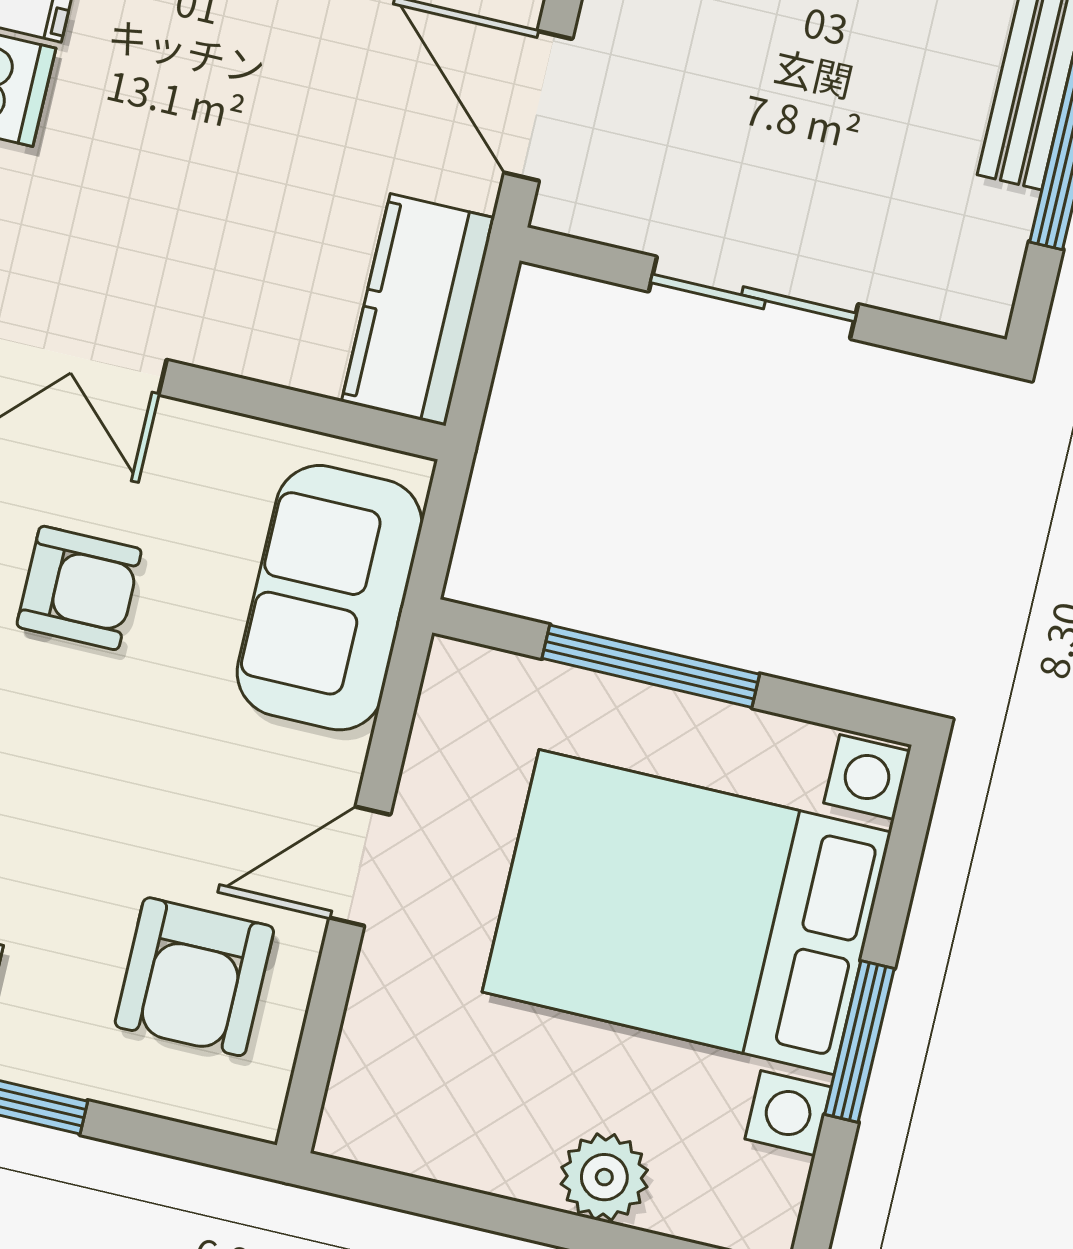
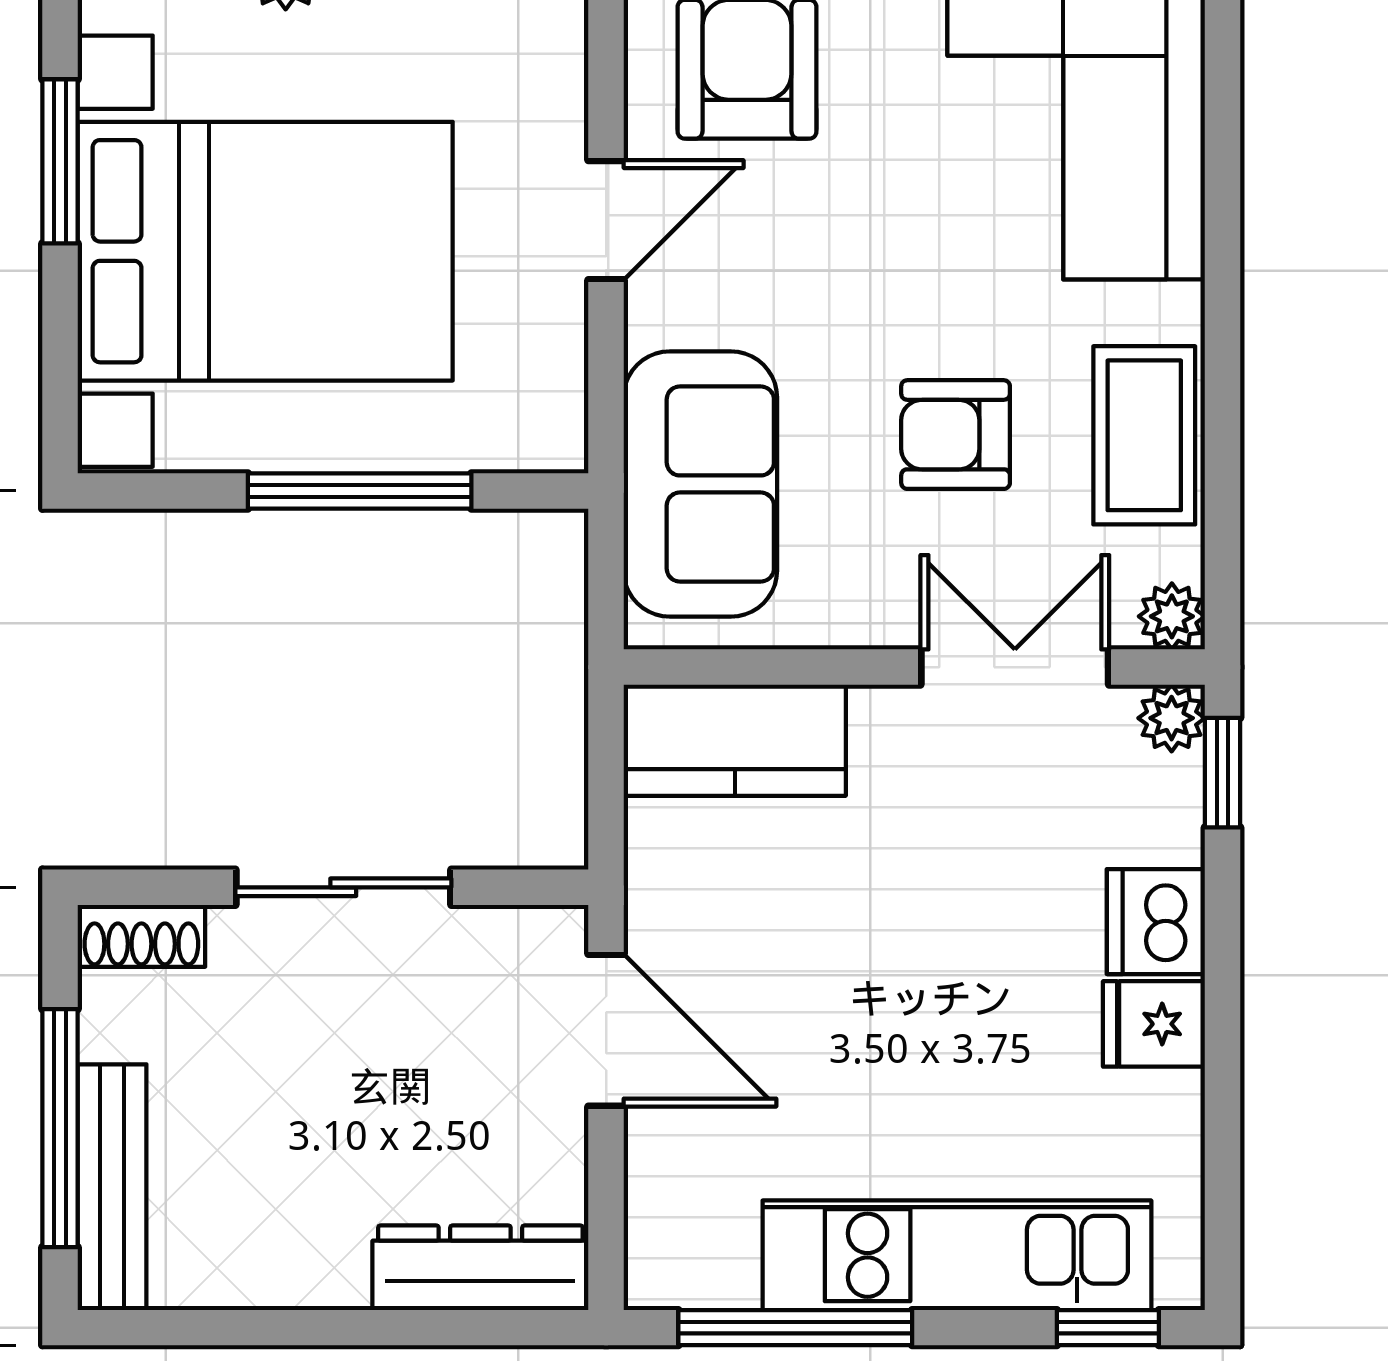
shoe rack: (954, 297) -> (141, 936), added
kitchen counter: (418, 310) -> (735, 740), moved, turned 90

